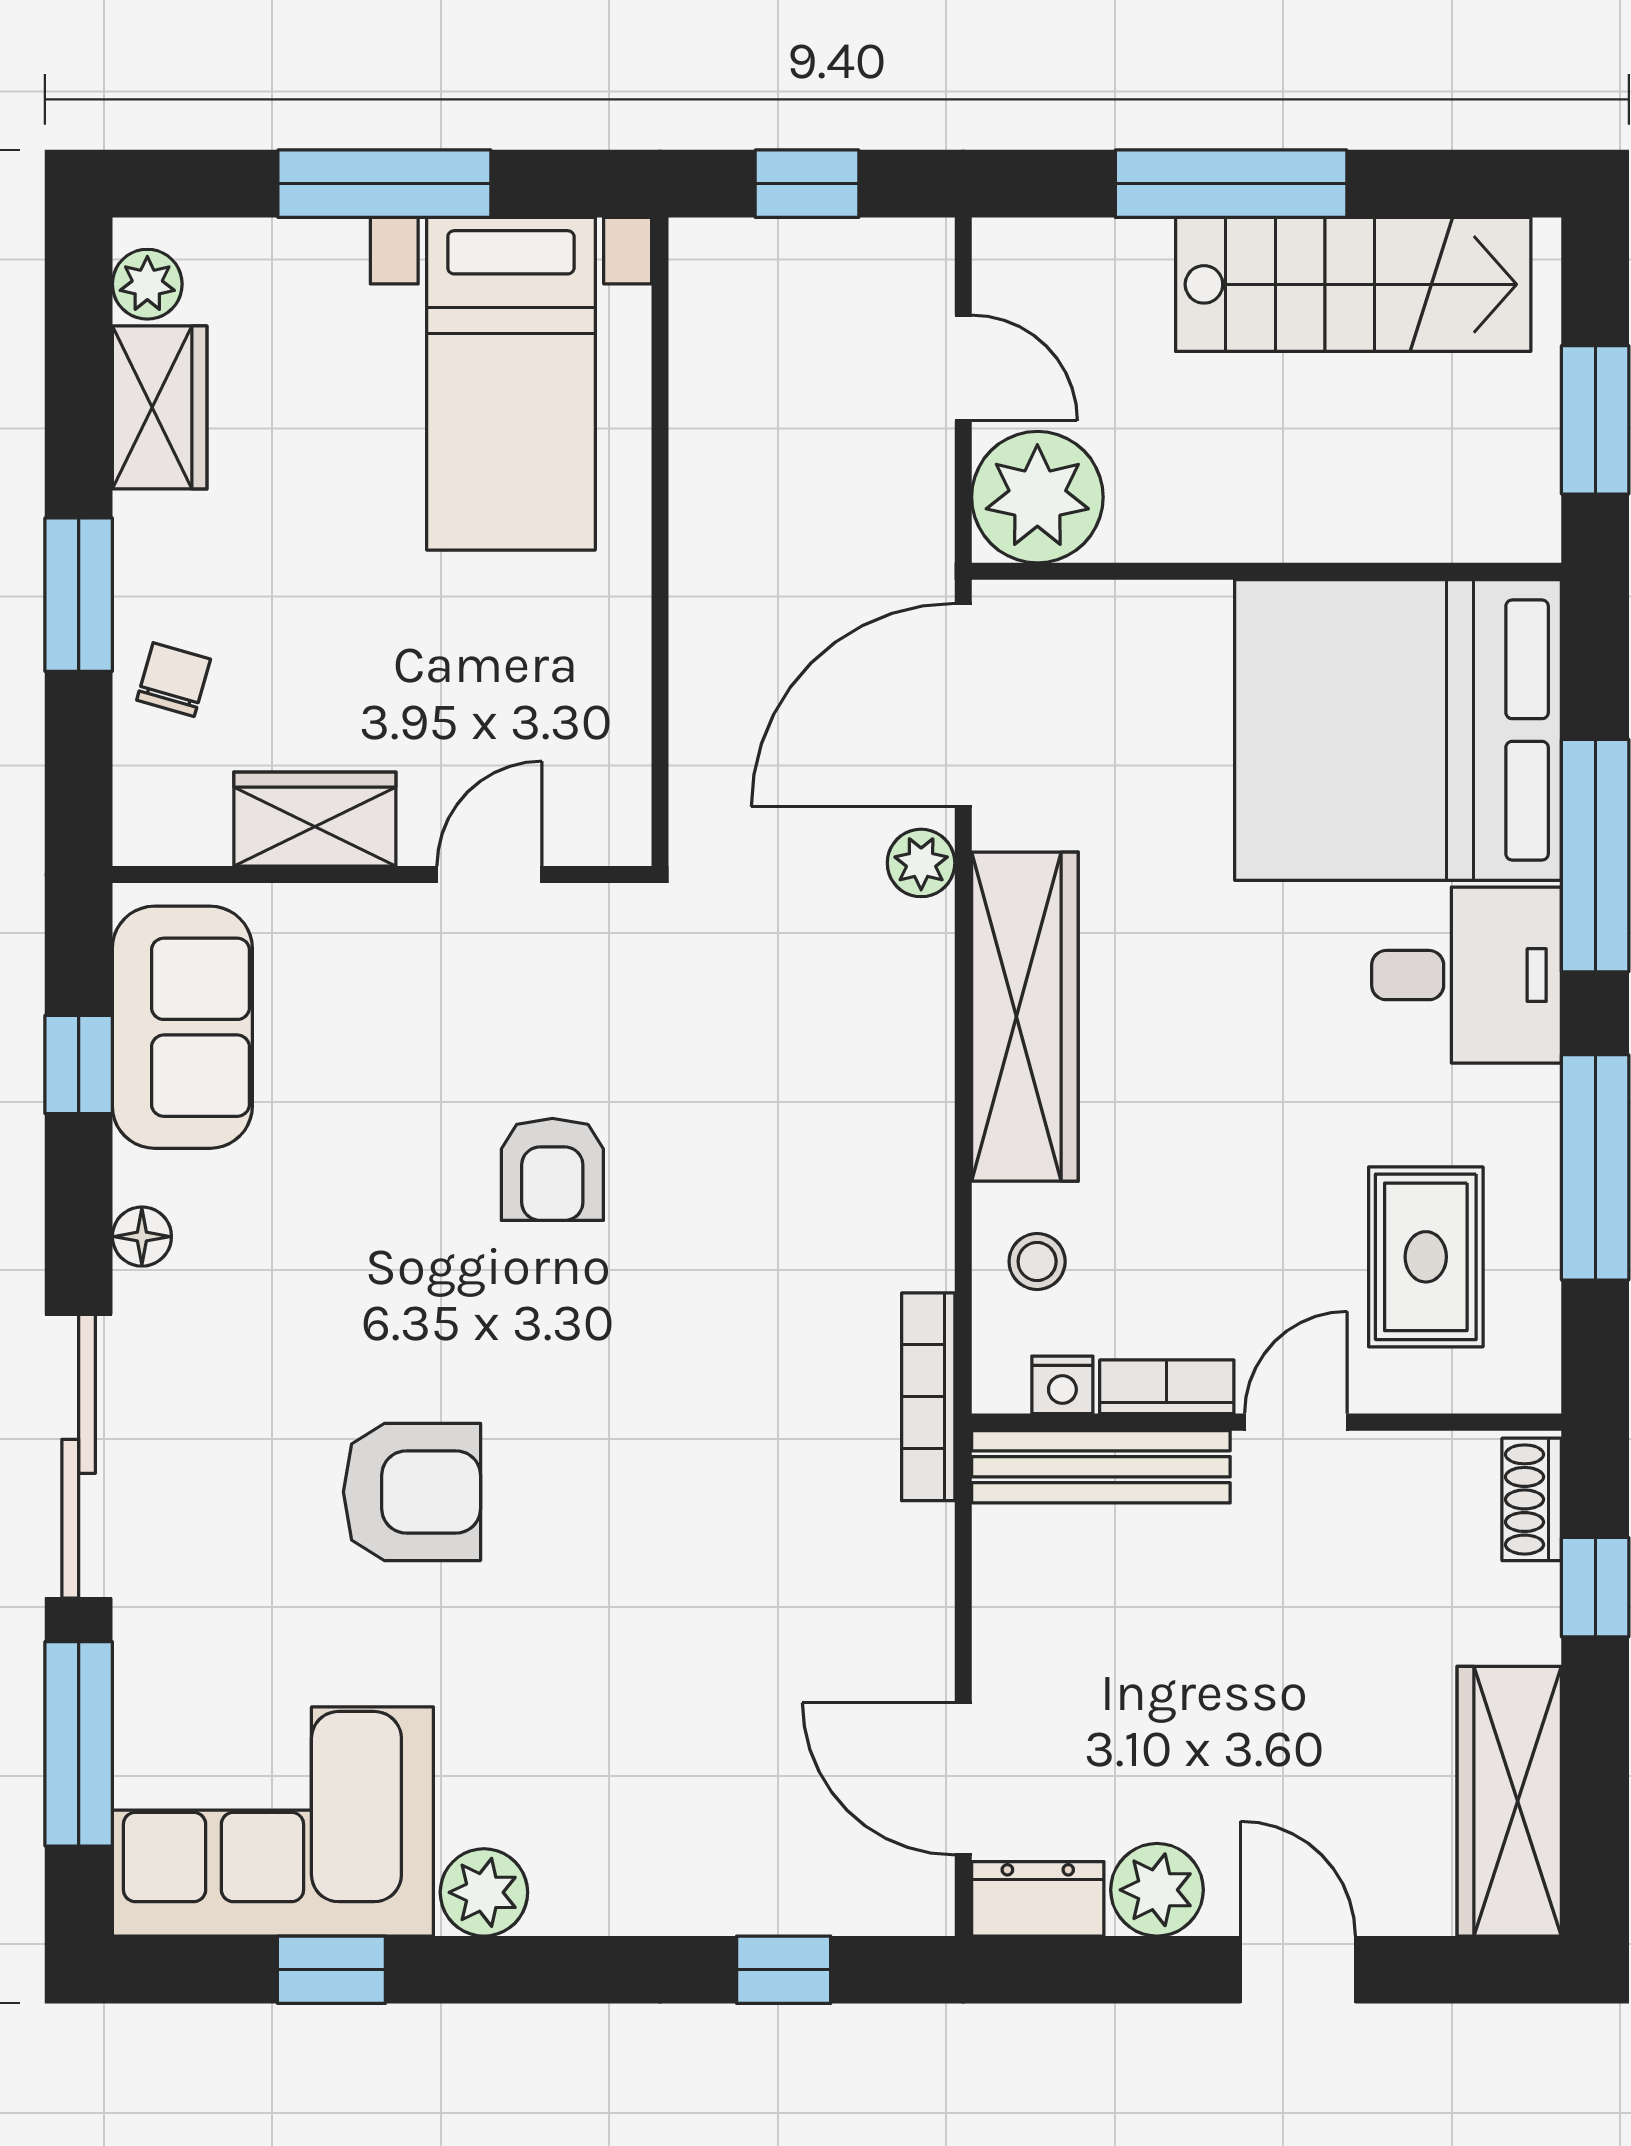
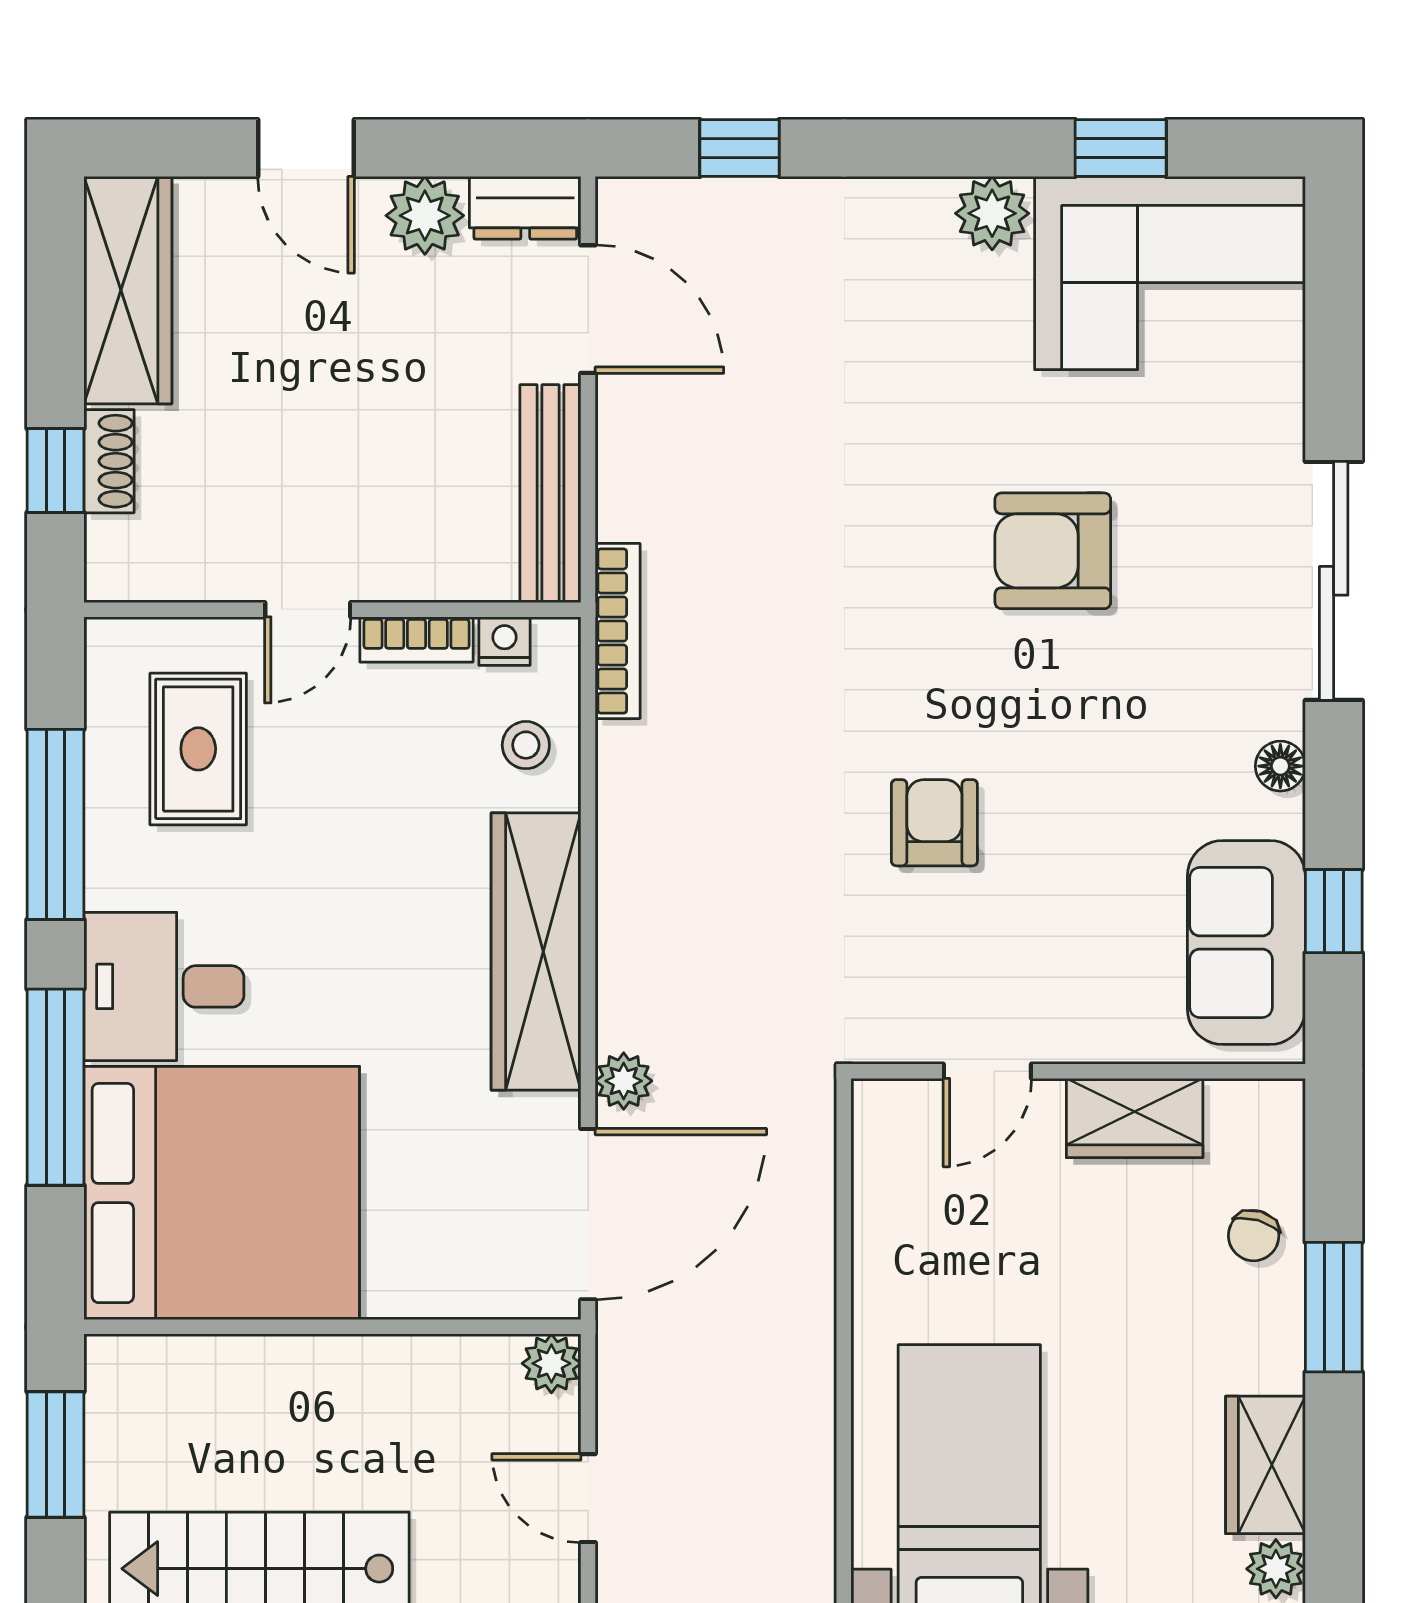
plant: (1037, 497) -> (551, 1363), width x0.53, depth x0.53
bench: (1101, 1467) -> (550, 494), moved, turned 90
shoe rack: (1532, 1499) -> (109, 461), moved
window: (79, 1744) -> (1334, 338), removed

